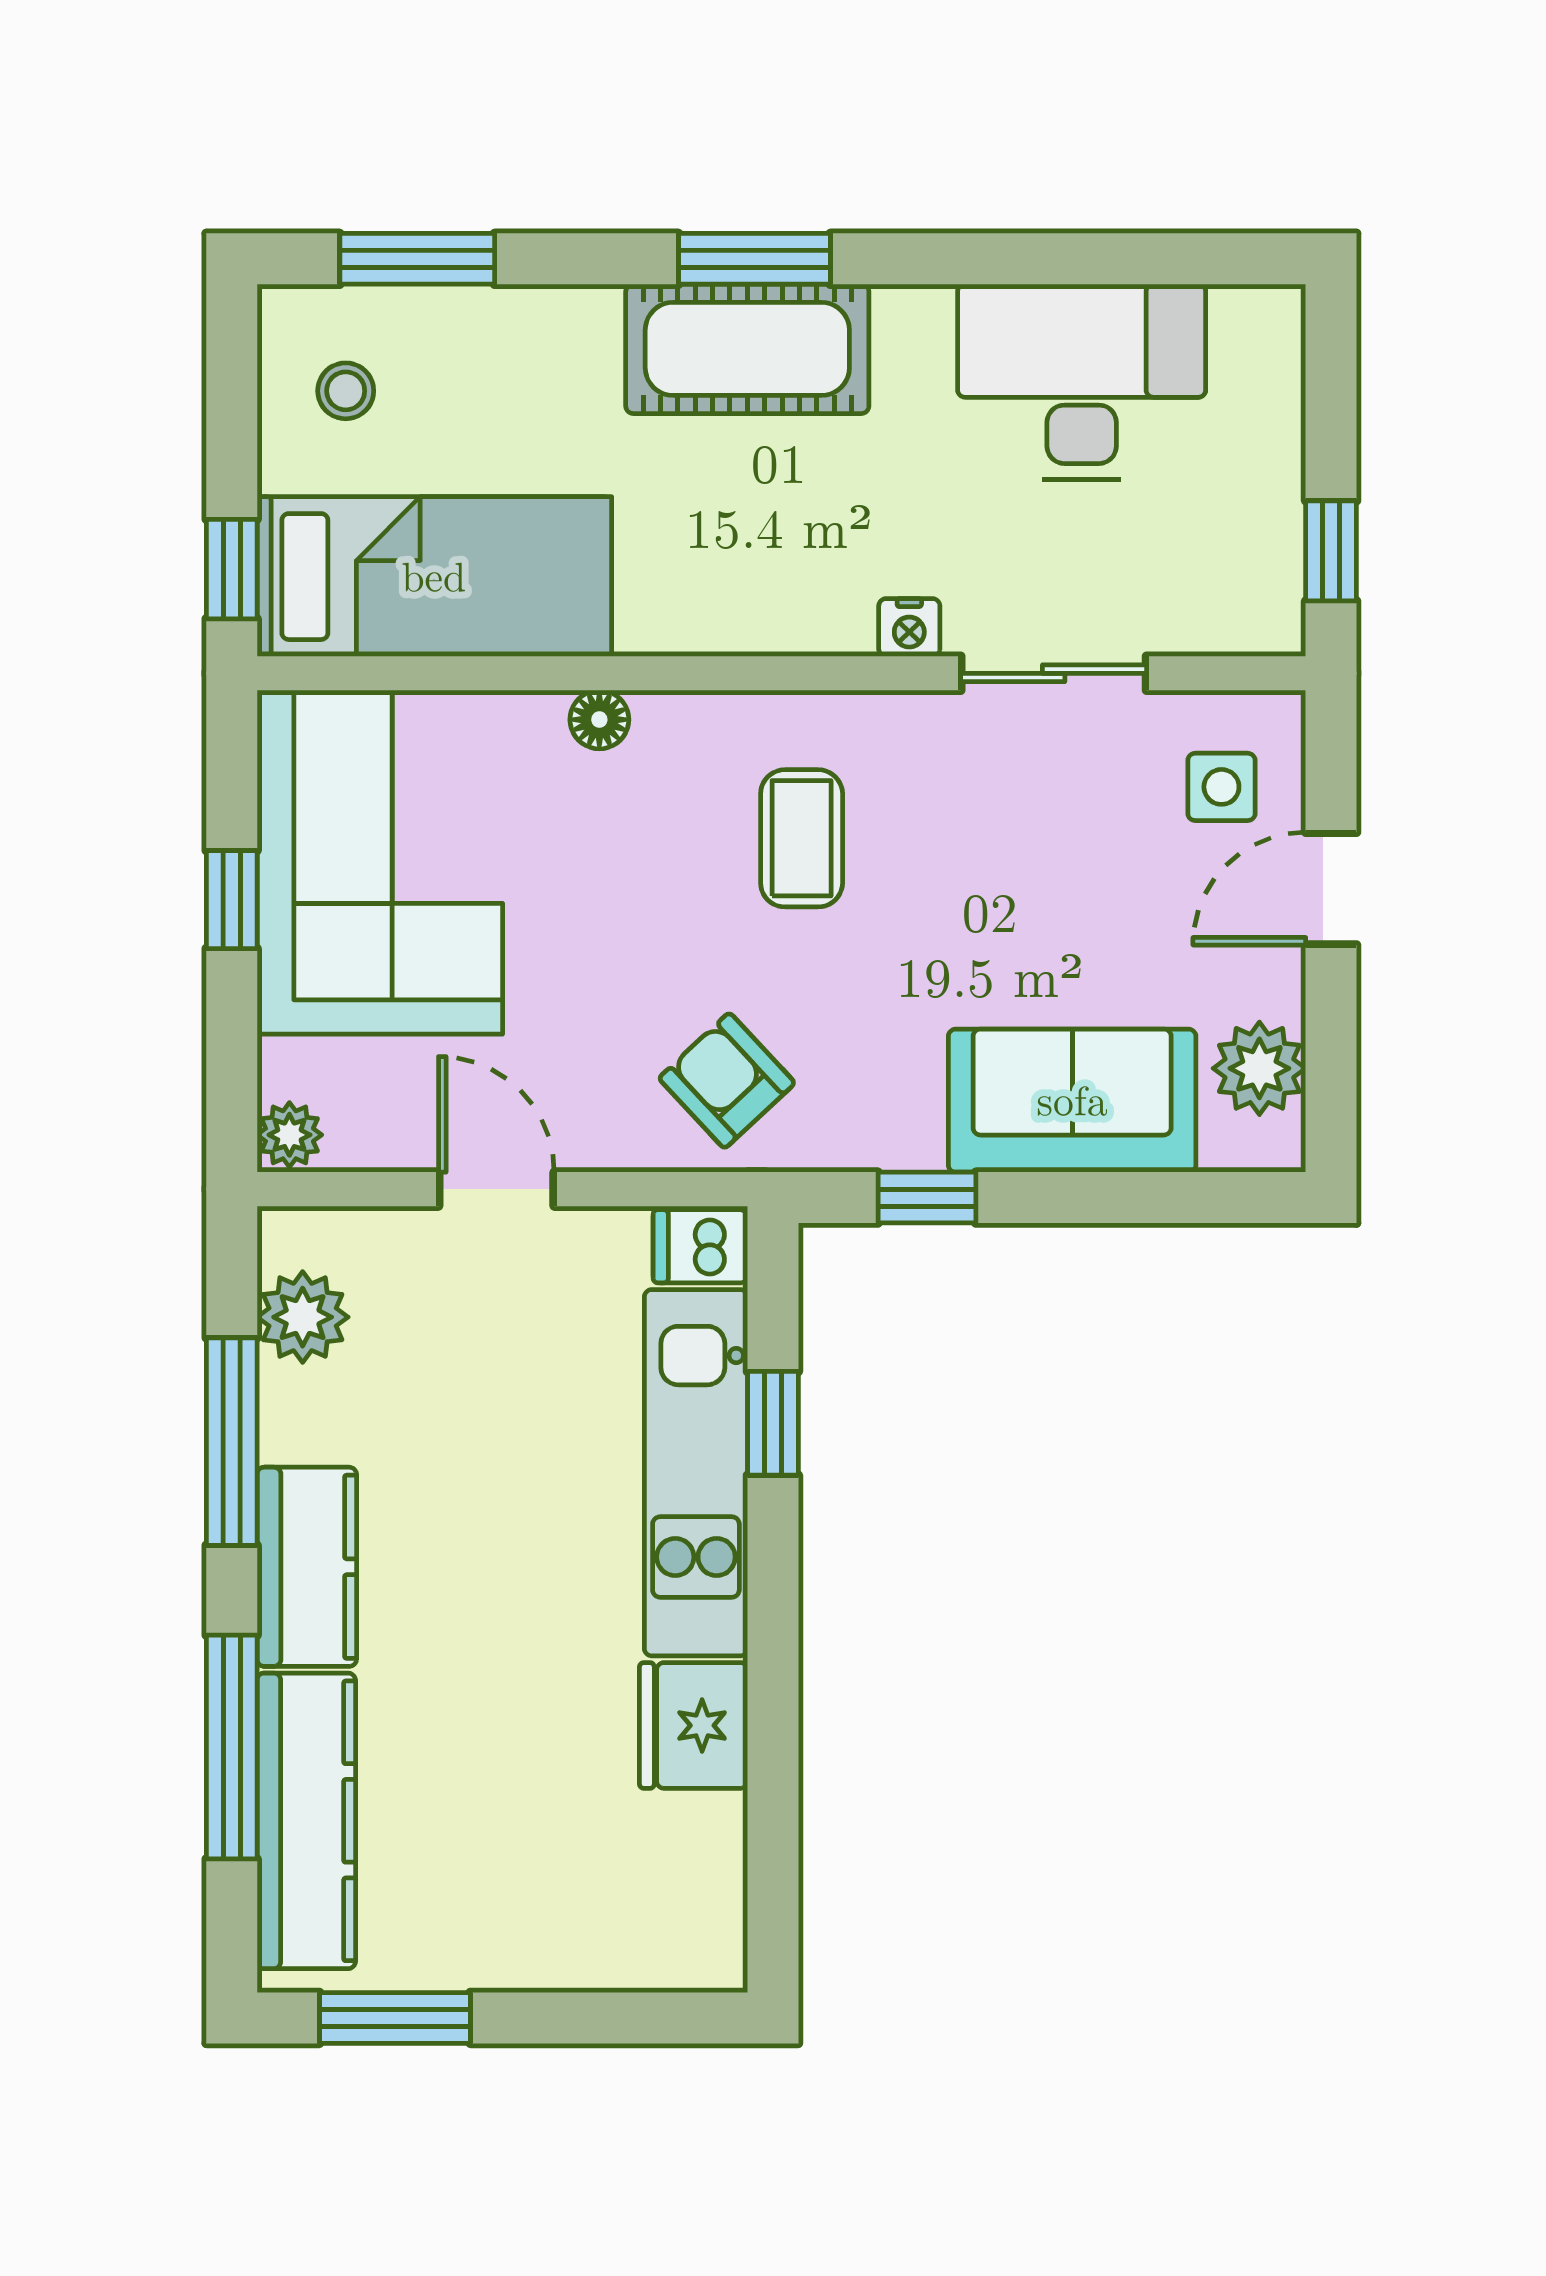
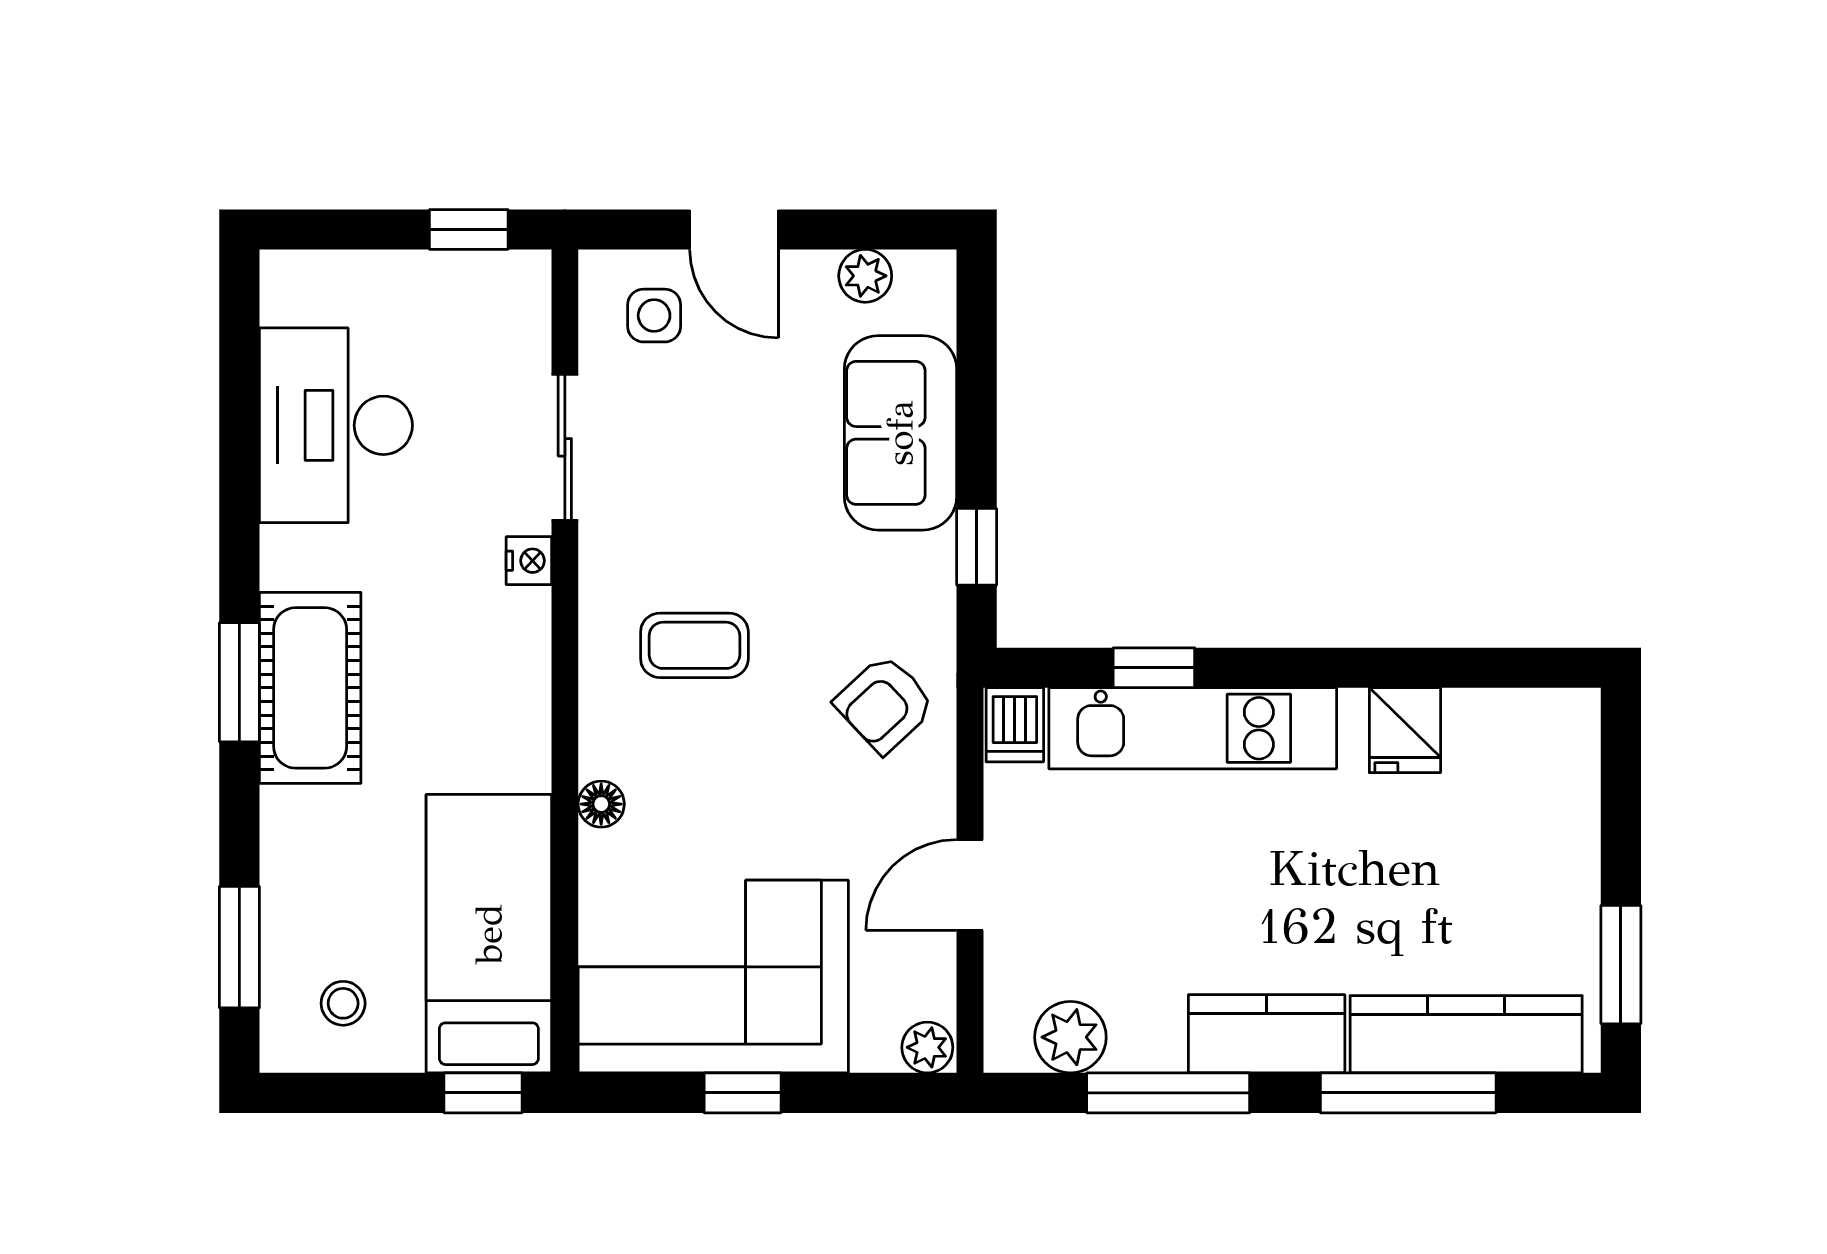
plant: (1259, 1068) -> (865, 276), width x0.73, depth x0.73
fridge: (693, 1725) -> (1405, 730), width x0.72

